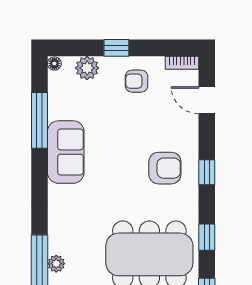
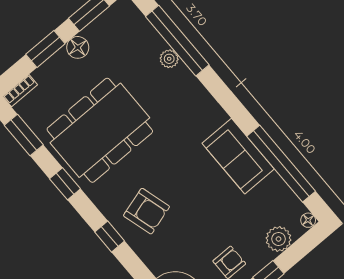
window: (39, 120) -> (281, 164), width x1.46
armchair: (165, 168) -> (146, 211), turned -106

